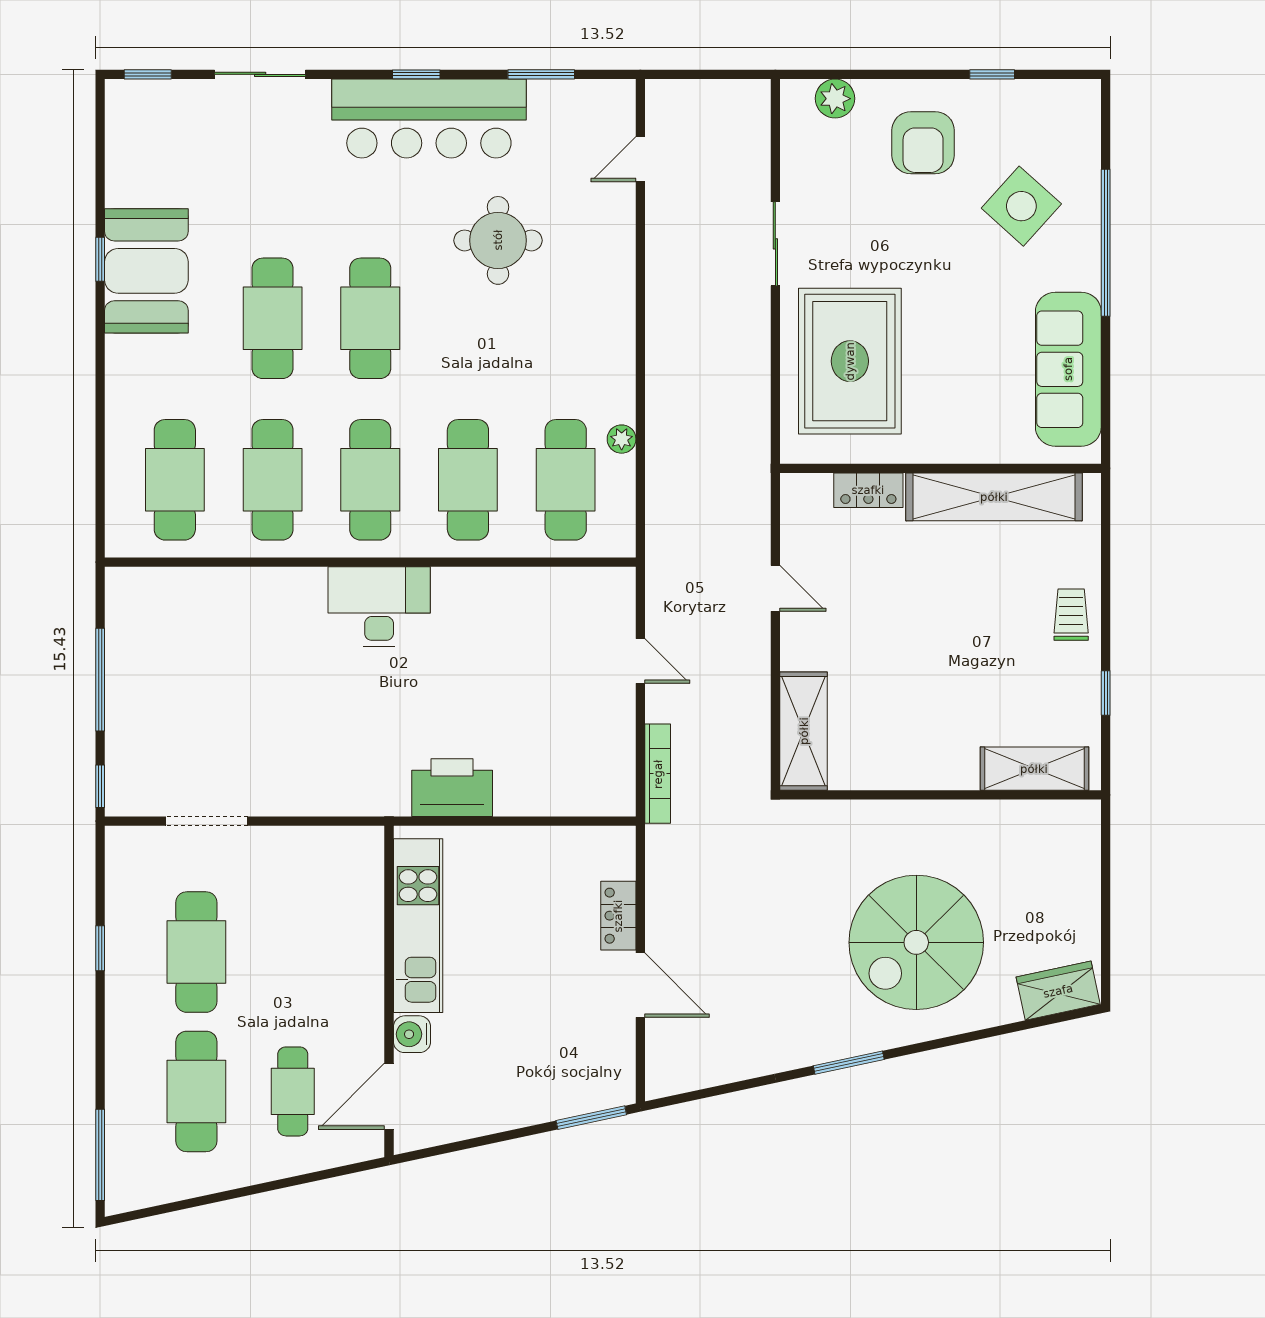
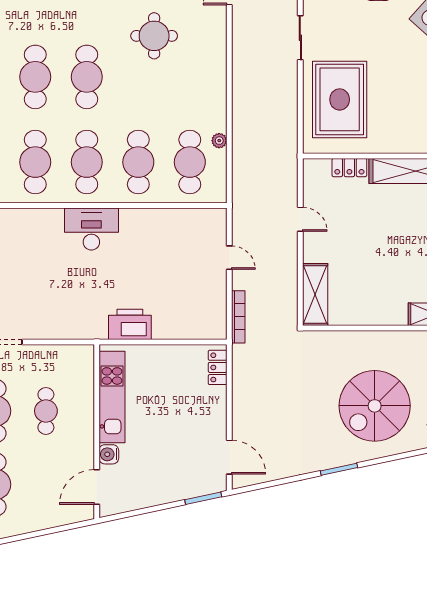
locker: (618, 916) -> (218, 367), moved
door: (640, 985) -> (229, 457), moved
cafe table: (293, 1091) -> (46, 411), moved

